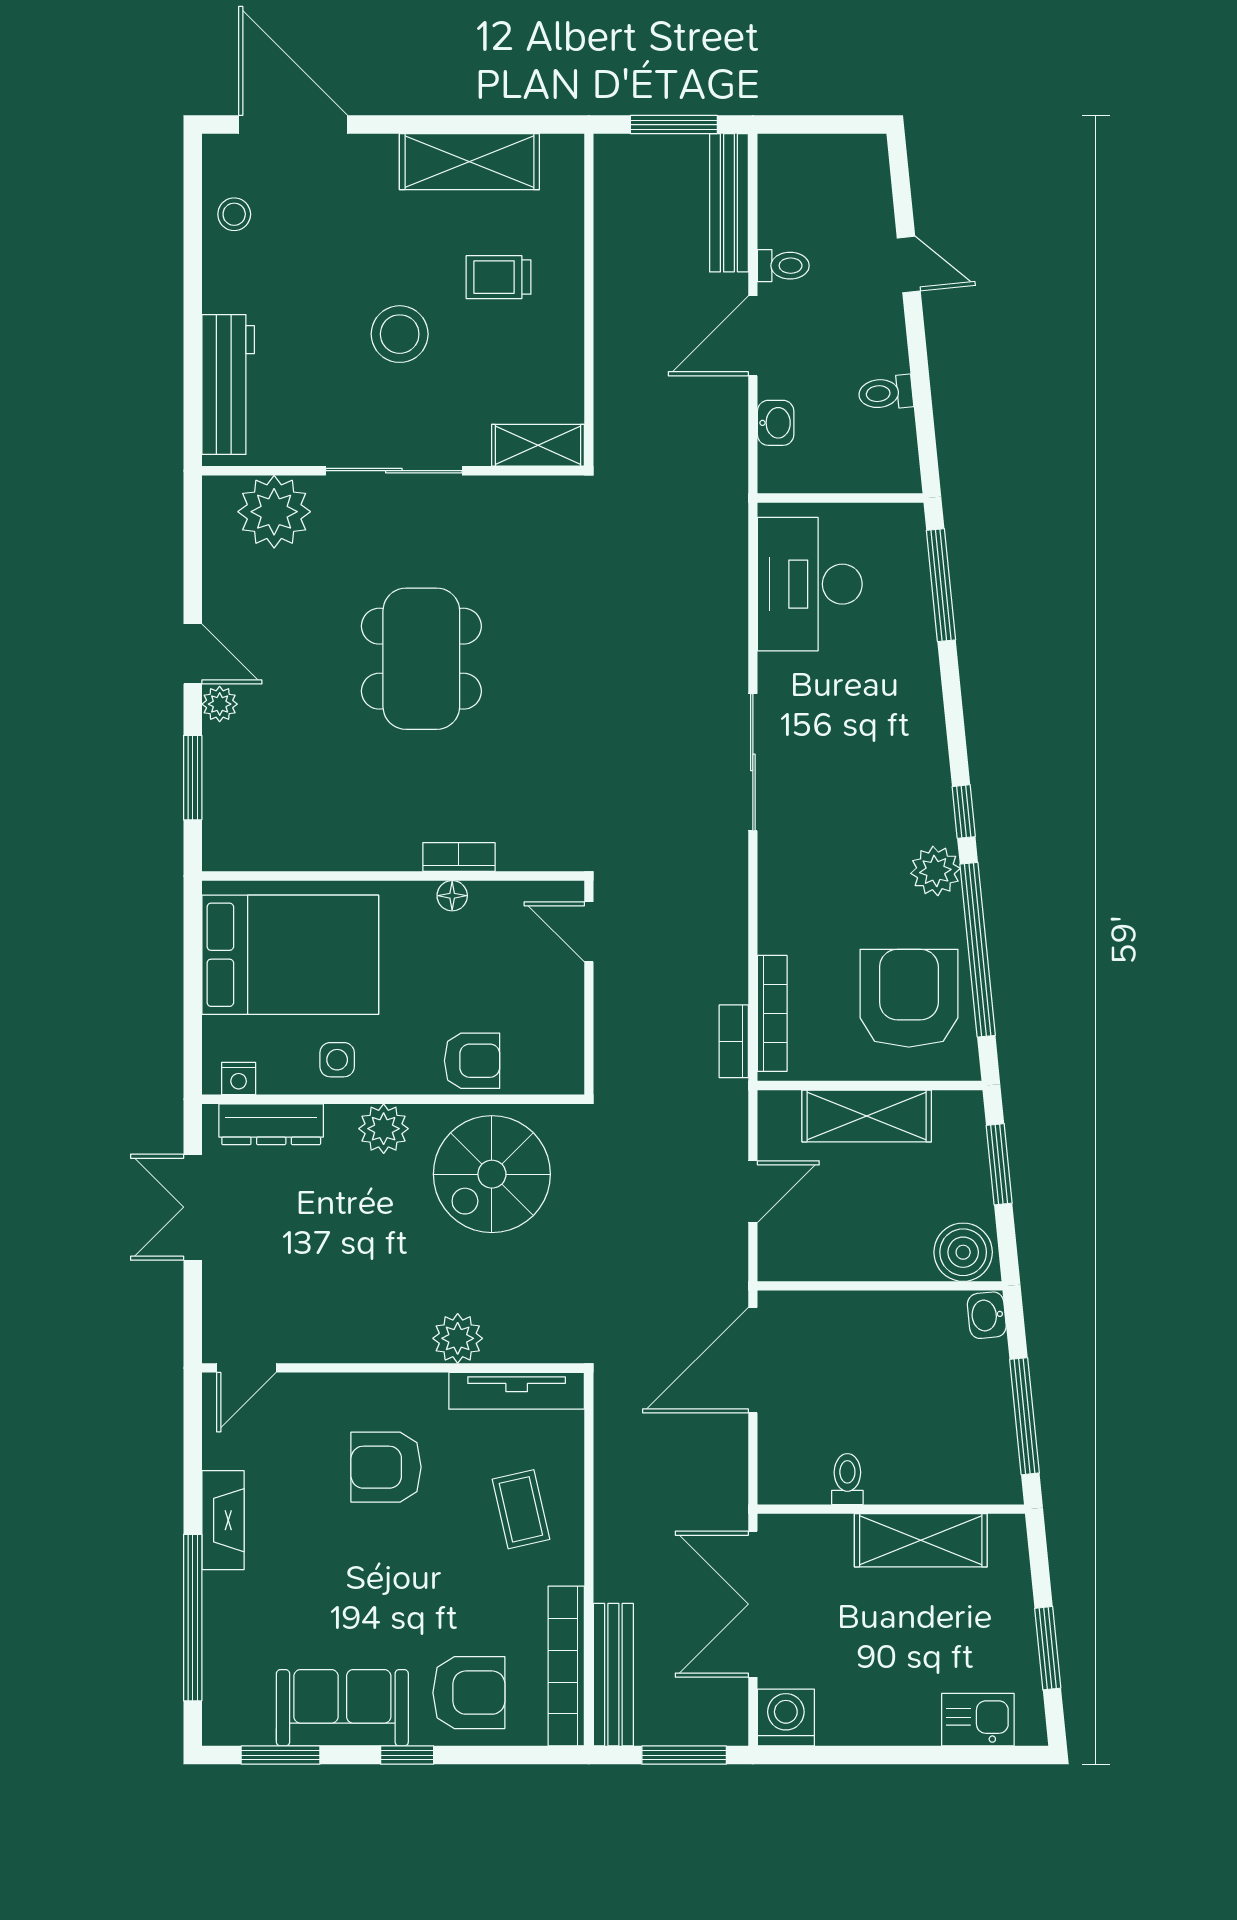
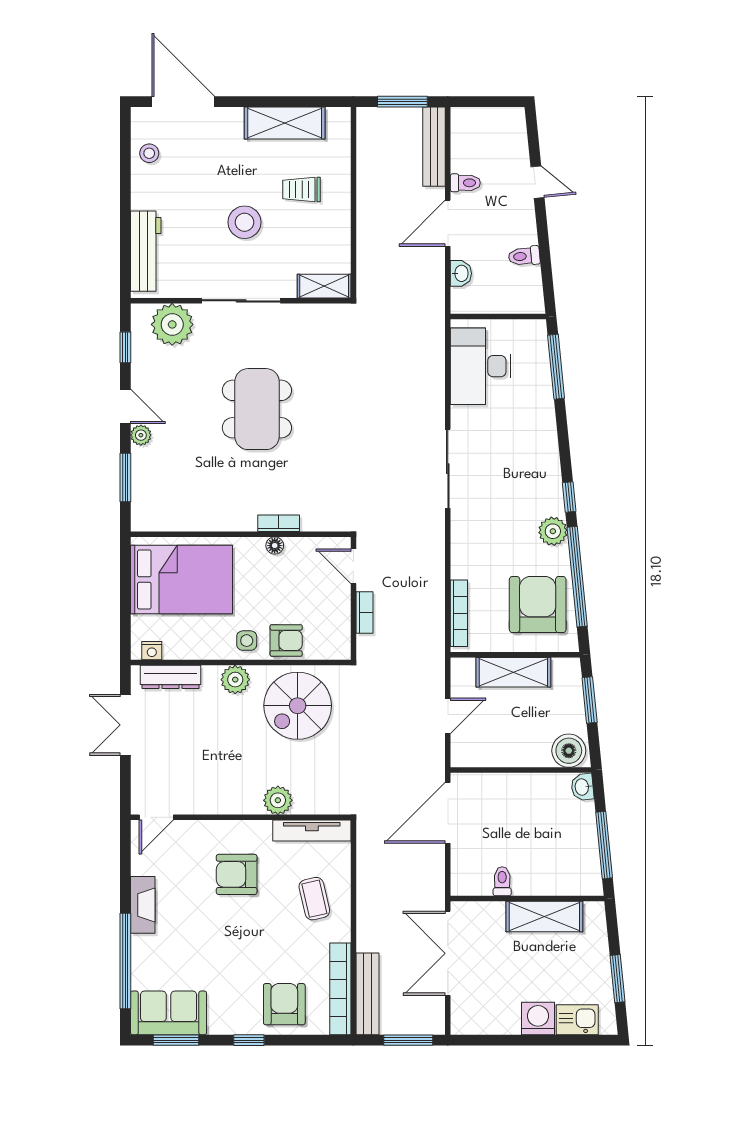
window: (193, 551) -> (125, 347), added
bookcase: (734, 1041) -> (364, 613), moved, turned 180
side table: (337, 1060) -> (247, 641), moved
armchair: (469, 1693) -> (284, 1004), turned -90
sofa: (342, 1708) -> (169, 1013), moved
washing machine: (786, 1717) -> (538, 1018), moved

